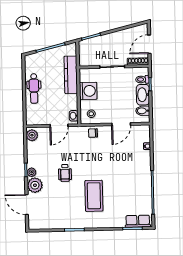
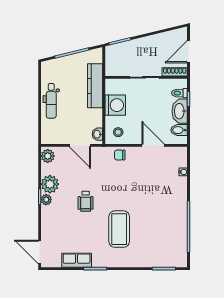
door: (121, 124) -> (153, 145), swing flipped
door: (59, 126) -> (80, 145), hinge flipped
plant: (35, 185) -> (50, 184), moved
door: (27, 205) -> (40, 252), moved
row of seats: (138, 221) -> (77, 260), moved

